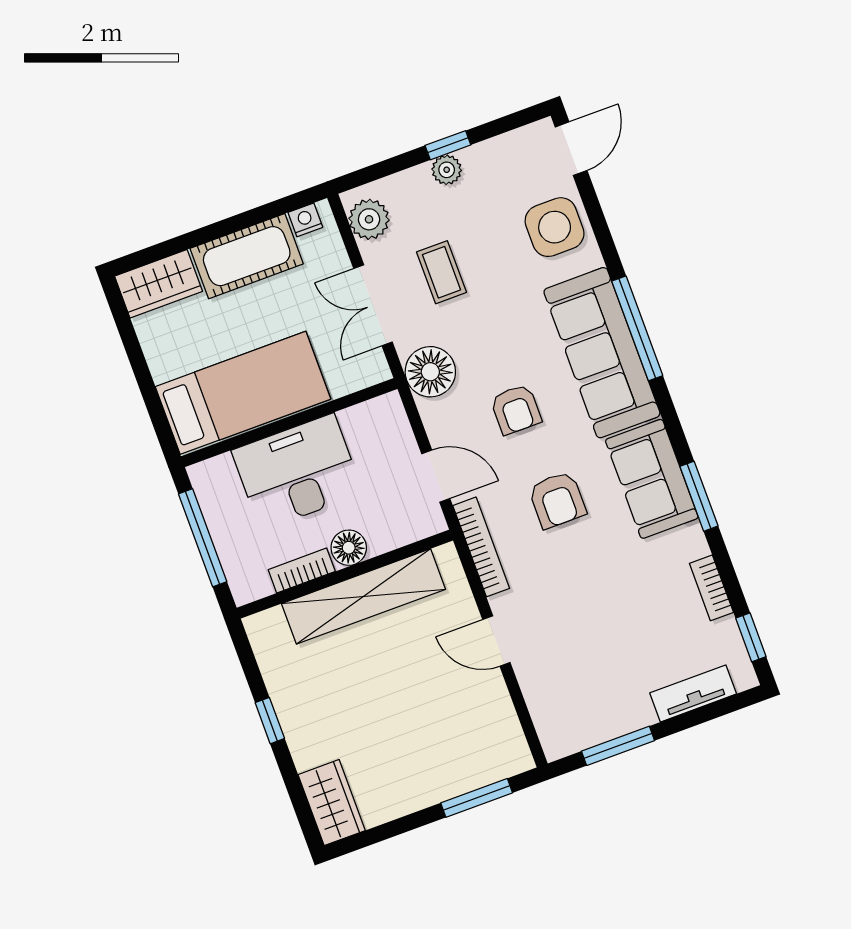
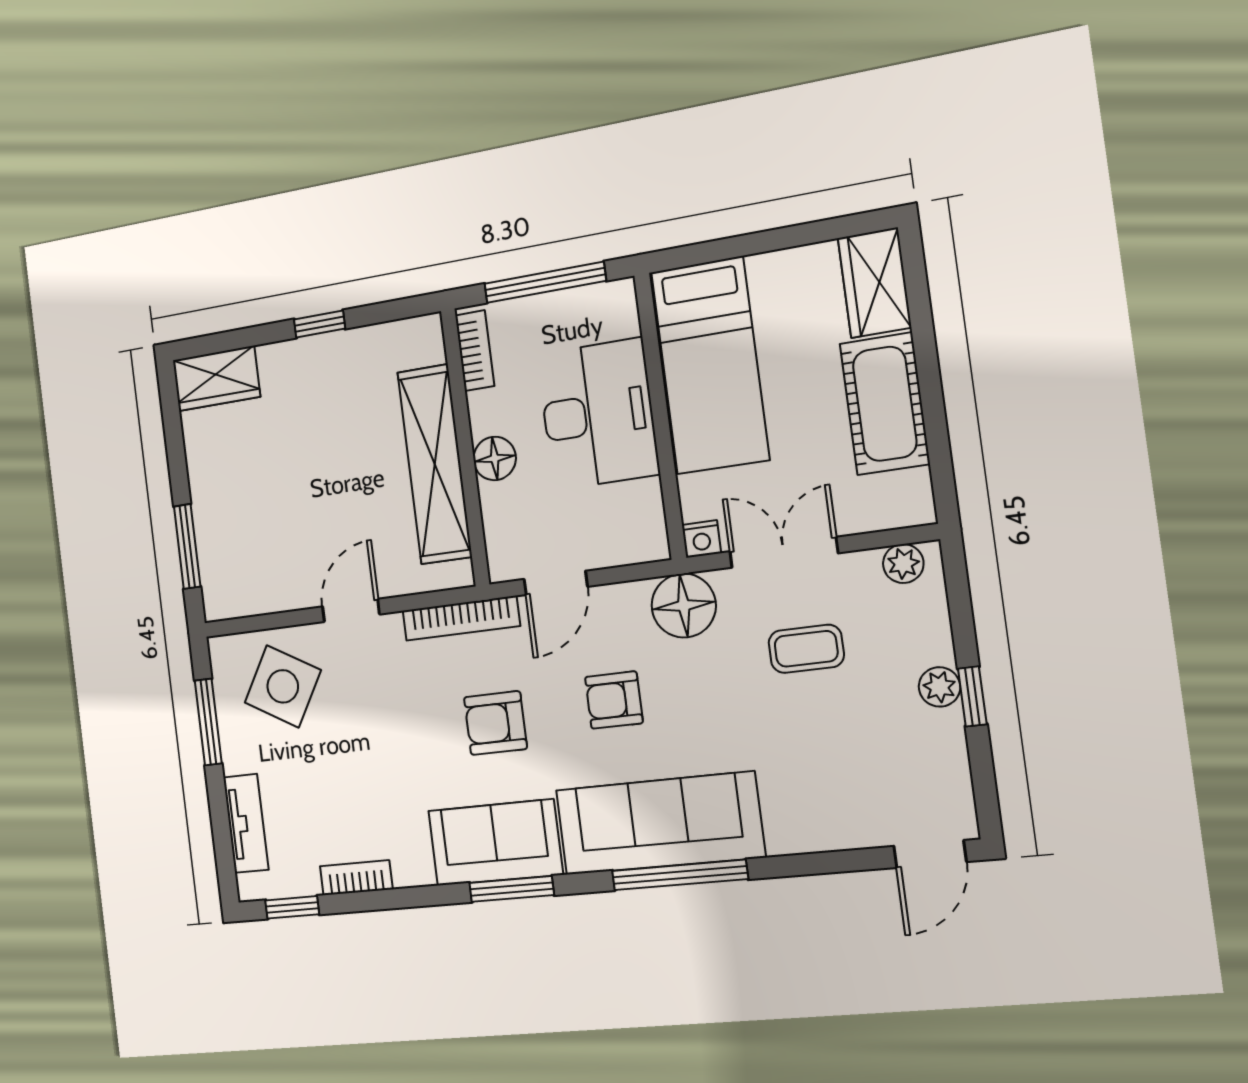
door: (571, 149) -> (930, 854), hinge flipped
plant: (369, 219) -> (903, 564), width x0.73, depth x0.73
nightstand: (305, 220) -> (701, 539), moved, turned 90
side table: (555, 227) -> (283, 686), moved, turned 30
window: (699, 496) -> (512, 889), moved
bookcase: (302, 570) -> (475, 351), moved

